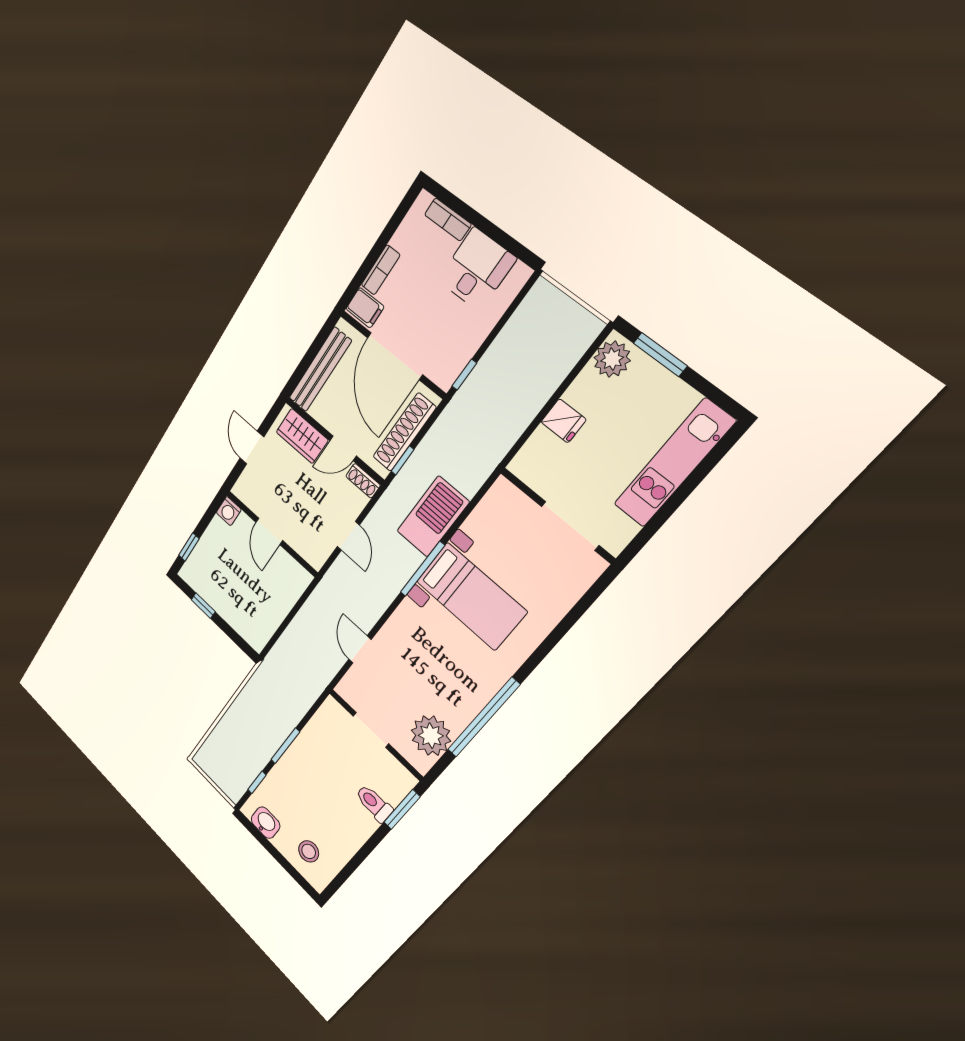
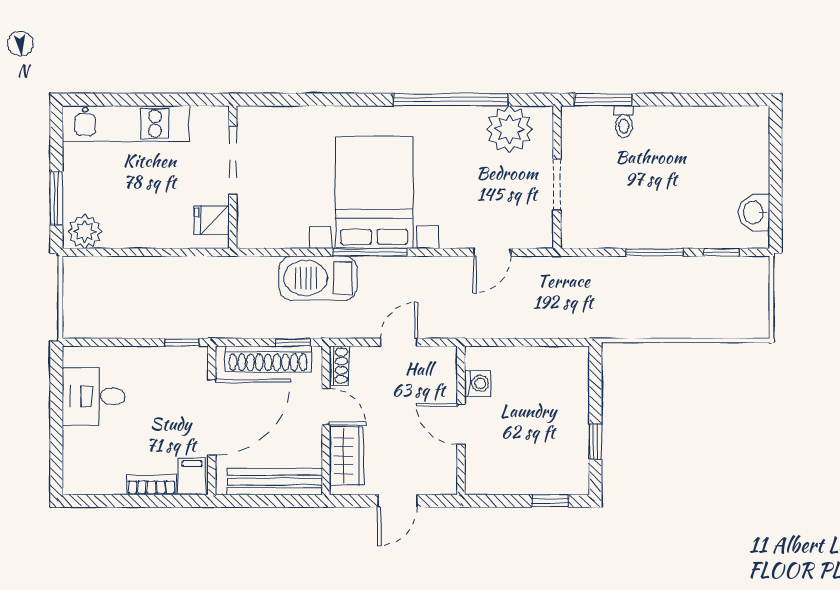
bookcase: (448, 219) -> (72, 452), removed
fridge: (564, 421) -> (212, 220), moved, turned -90
washing machine: (229, 511) -> (478, 383), moved
door: (269, 531) -> (461, 424), swing flipped
bed with nightstands: (471, 596) -> (374, 192), width x1.36
toilet: (374, 803) -> (624, 122), width x0.73, depth x0.72
stool: (309, 851) -> (737, 149), removed

